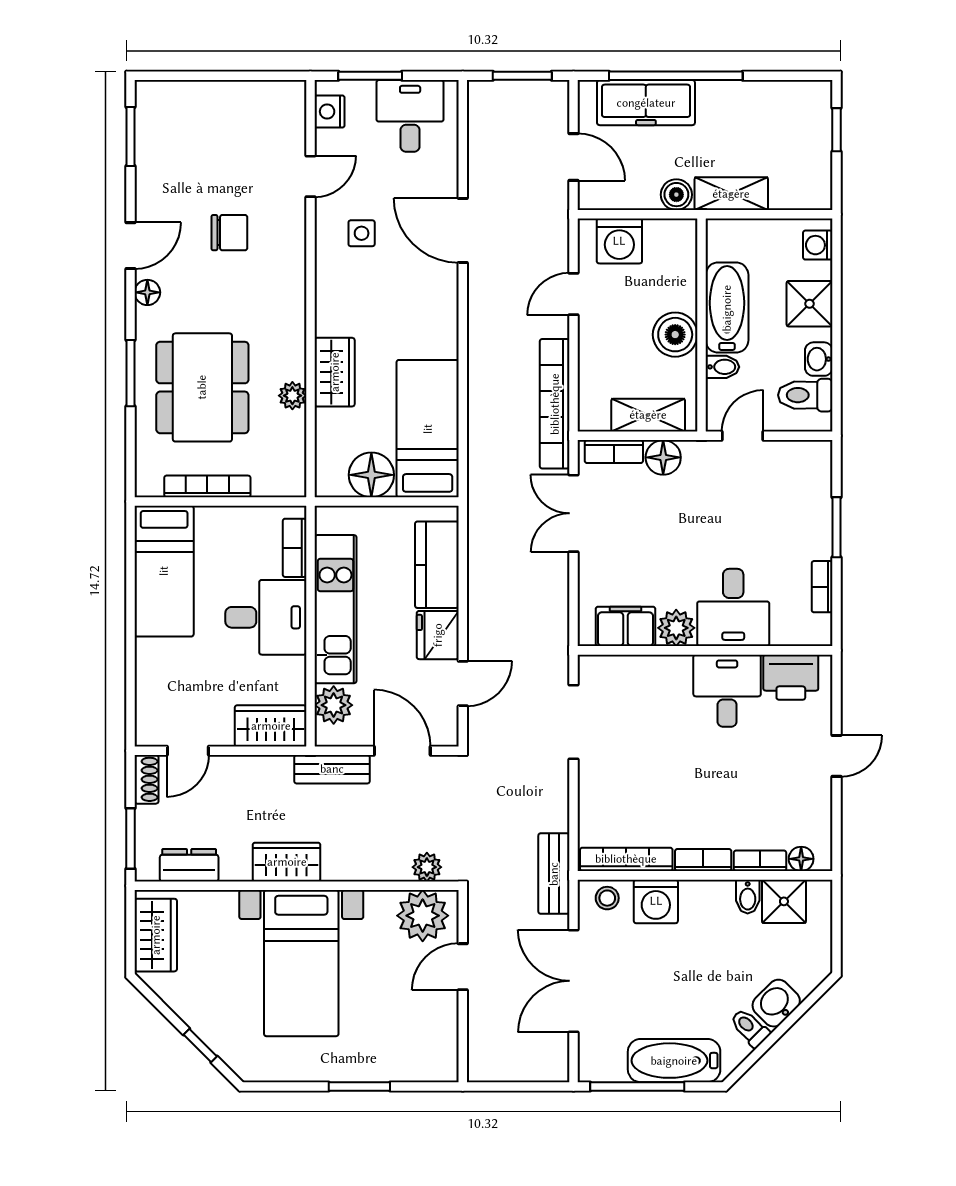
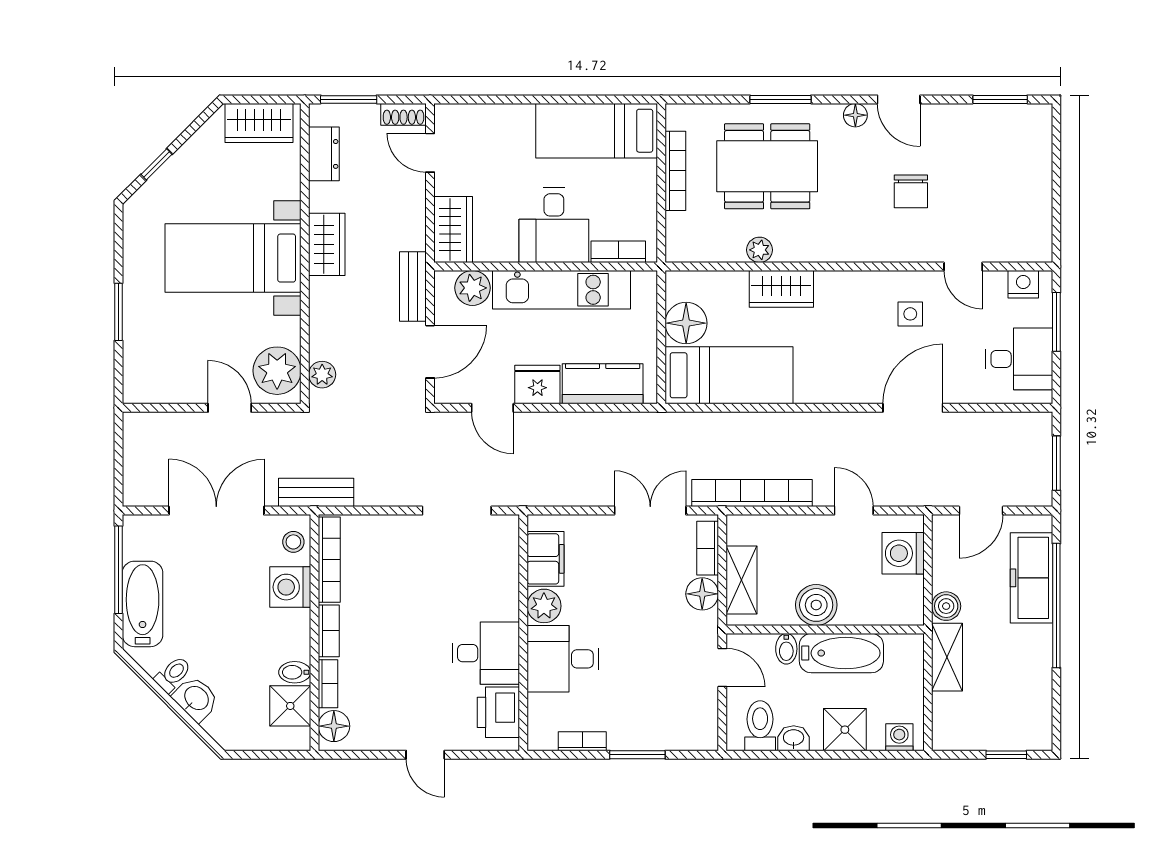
floor lamp: (801, 859) -> (334, 726), width x1.37, depth x1.37

